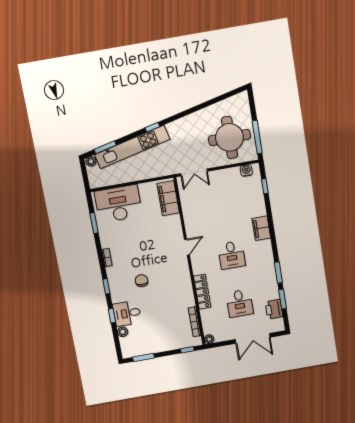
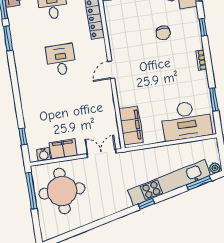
filing cabinet: (261, 228) -> (63, 149), moved, turned -90

